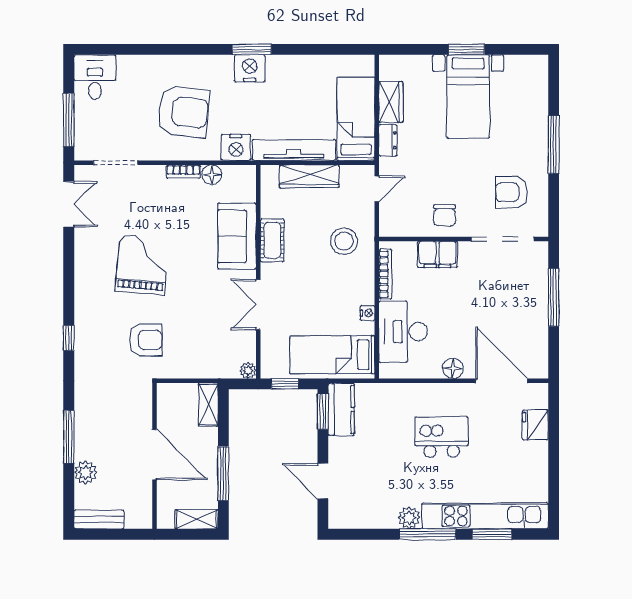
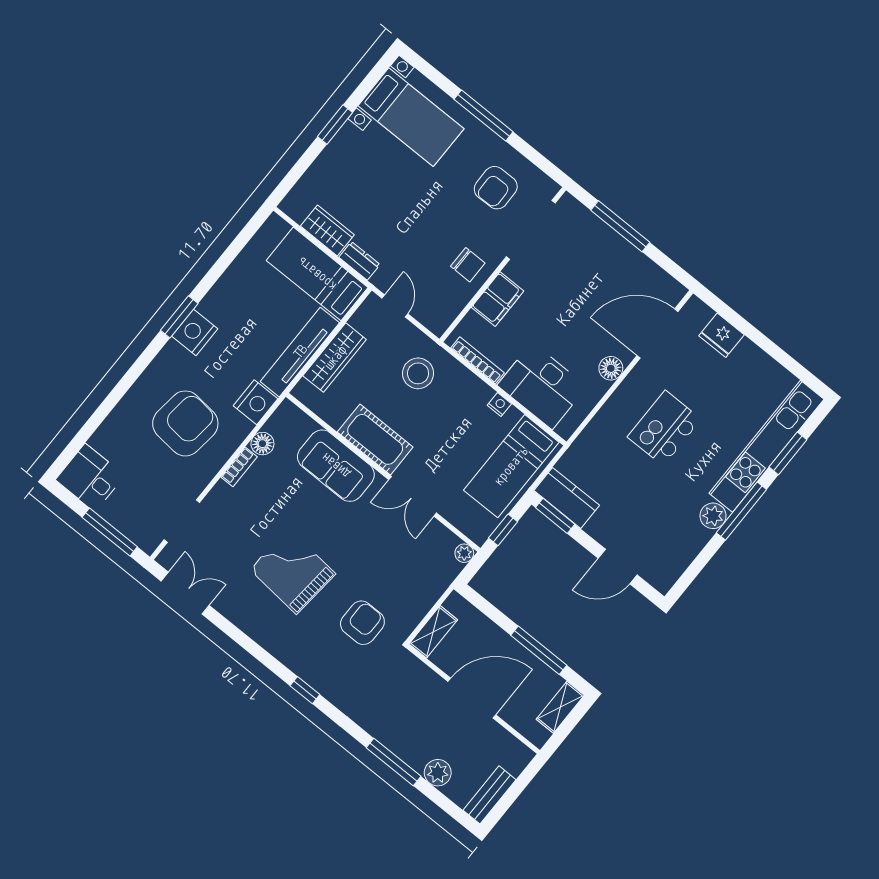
bed with nightstands: (468, 97) -> (411, 117), moved
cot: (272, 240) -> (375, 439), width x1.37, depth x1.34
shelving: (208, 404) -> (433, 632), moved, turned 90

